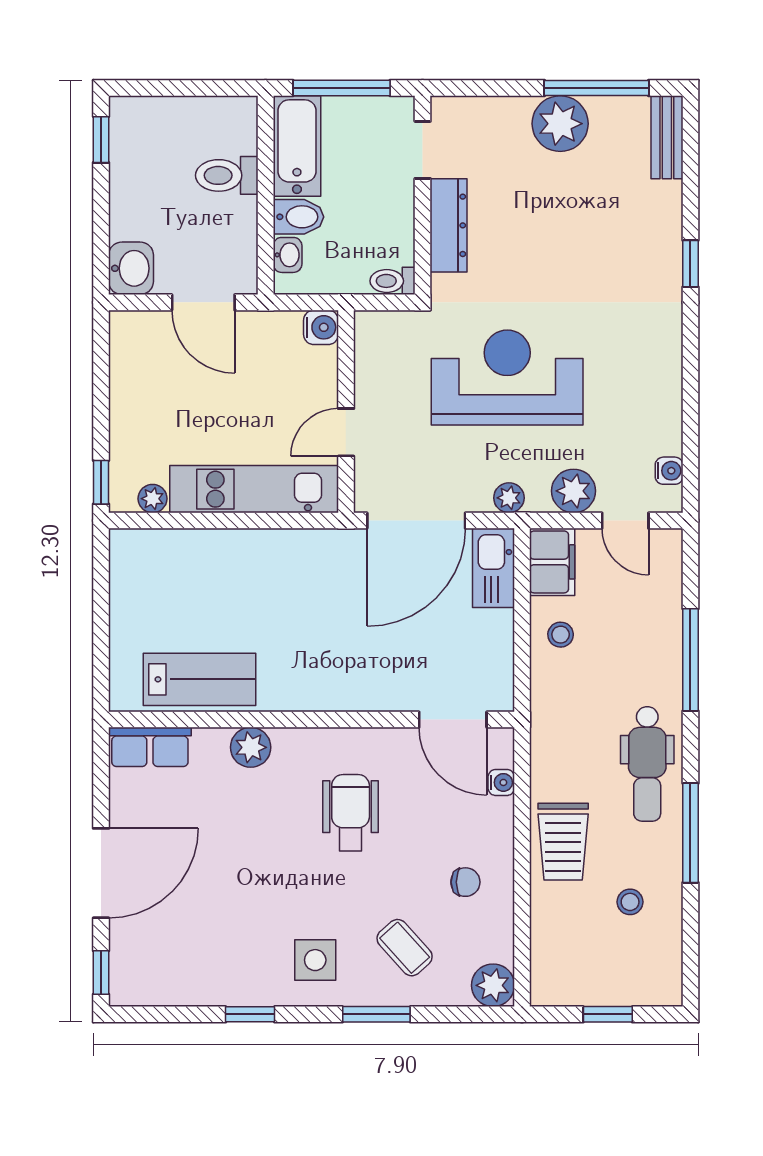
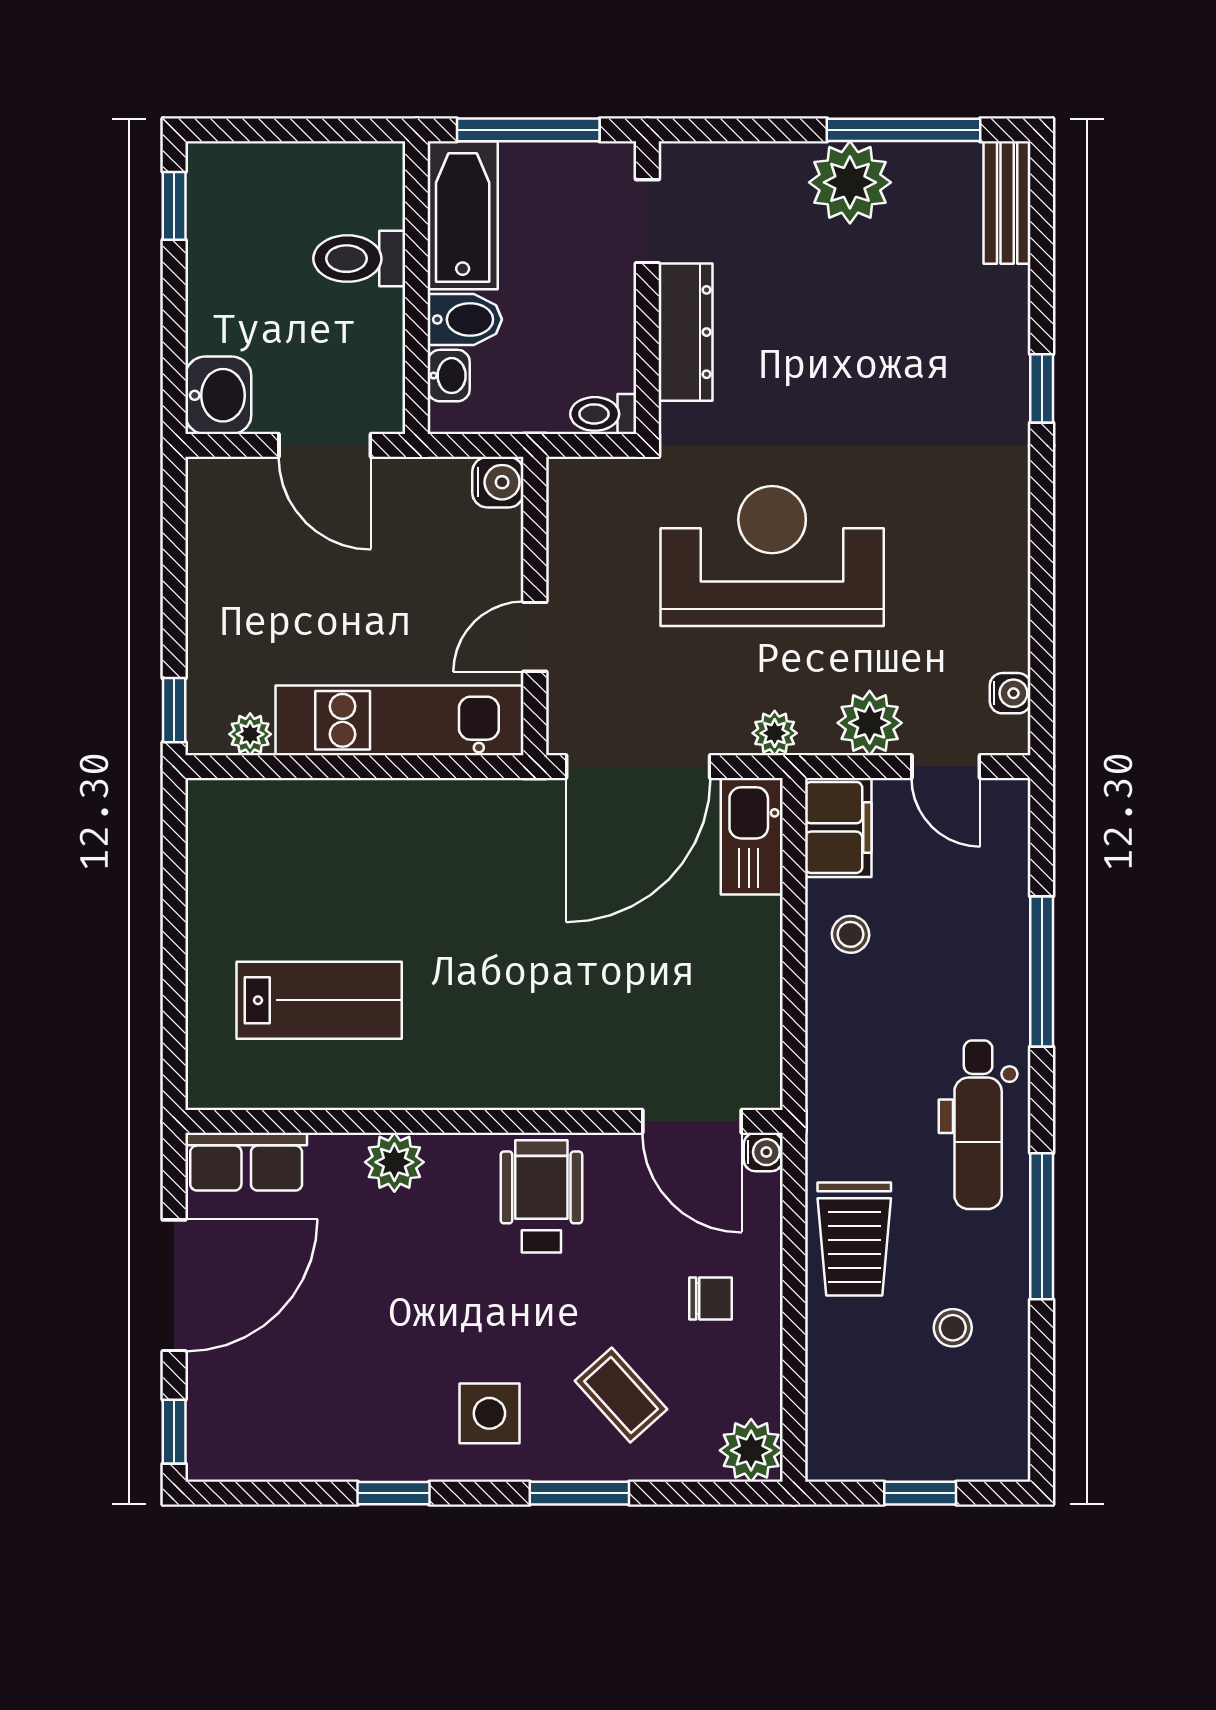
wall: (312, 720) -> (484, 1121), moved
door: (453, 720) -> (692, 1121), moved
row of seats: (150, 747) -> (246, 1162), moved
plant: (251, 747) -> (394, 1162), moved

